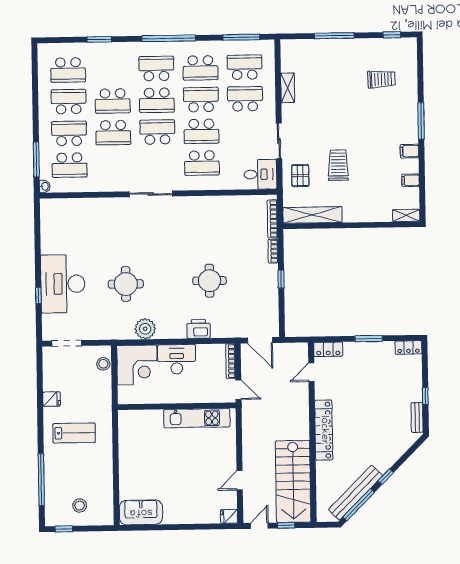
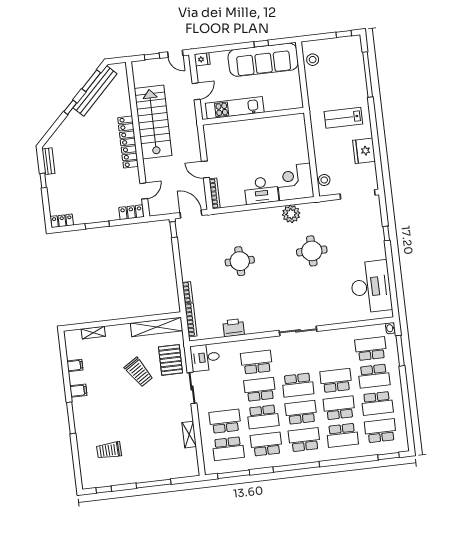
window: (99, 39) -> (388, 456), moved
school desk: (112, 69) -> (342, 435), added
school desk: (156, 69) -> (304, 440), turned 180
school desk: (245, 99) -> (225, 421), turned 180
trolley: (338, 165) -> (139, 372), turned -33
pallet: (300, 176) -> (170, 360), width x1.50, depth x1.42
shelving: (406, 215) -> (93, 333), moved
window: (281, 279) -> (173, 230), moved
desk: (63, 284) -> (371, 287), moved
printer: (198, 329) -> (234, 328), moved, turned 180
doorway: (67, 343) -> (358, 194), width x1.36
fridge: (52, 399) -> (364, 151), width x1.88, depth x1.34
wall: (177, 406) -> (253, 116), moved
kitchen unit: (197, 418) -> (235, 108), moved
stairs: (293, 481) -> (153, 122), moved
window: (359, 505) -> (91, 81), width x0.69
stool: (80, 506) -> (313, 60), moved
sofa: (141, 512) -> (263, 60), width x1.85, depth x1.27
door: (259, 526) -> (175, 54), hinge flipped
window: (160, 527) -> (261, 44), added

